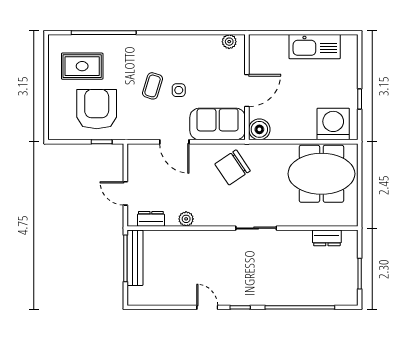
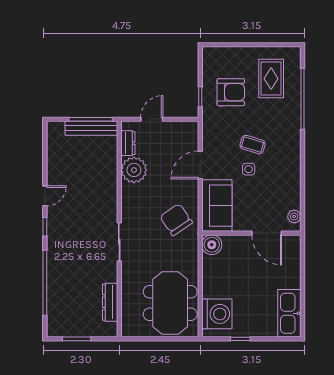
kitchen sink: (315, 47) -> (289, 313), moved
door: (247, 91) -> (267, 233), moved
armchair: (97, 109) -> (231, 92), width x0.73, depth x0.73
plant: (186, 219) -> (134, 170), width x1.88, depth x1.88
dresser: (327, 238) -> (110, 302), width x1.44

